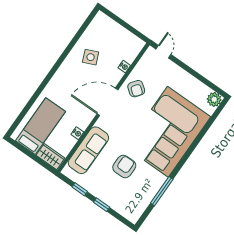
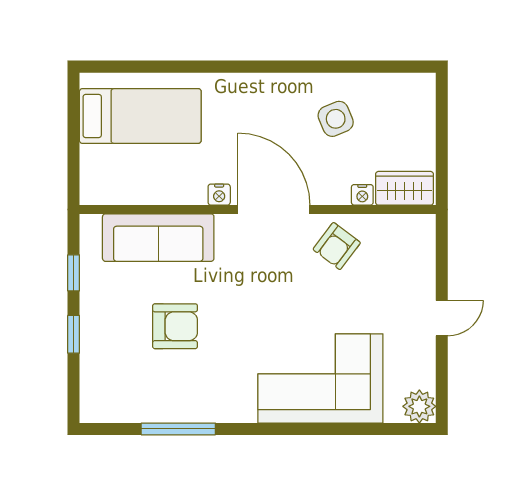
door: (163, 52) -> (442, 318), moved
corner sofa: (168, 132) -> (320, 378), width x0.73, depth x0.74
nightstand: (77, 133) -> (219, 195), moved
wardrobe: (50, 157) -> (405, 188), moved, turned -90

